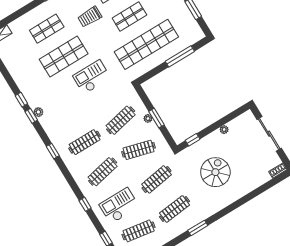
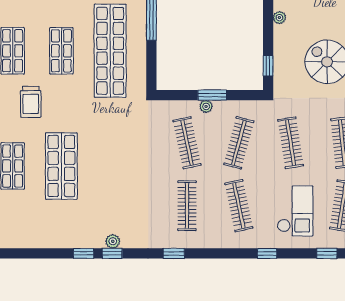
checkout: (92, 77) -> (109, 146), removed
checkout: (119, 206) -> (295, 211), turned 180

